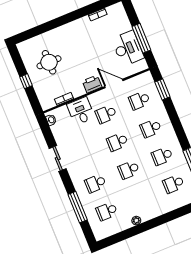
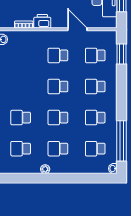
printer: (92, 84) -> (42, 21), moved
desk: (81, 111) -> (35, 43), removed
school desk: (140, 198) -> (58, 149), added

